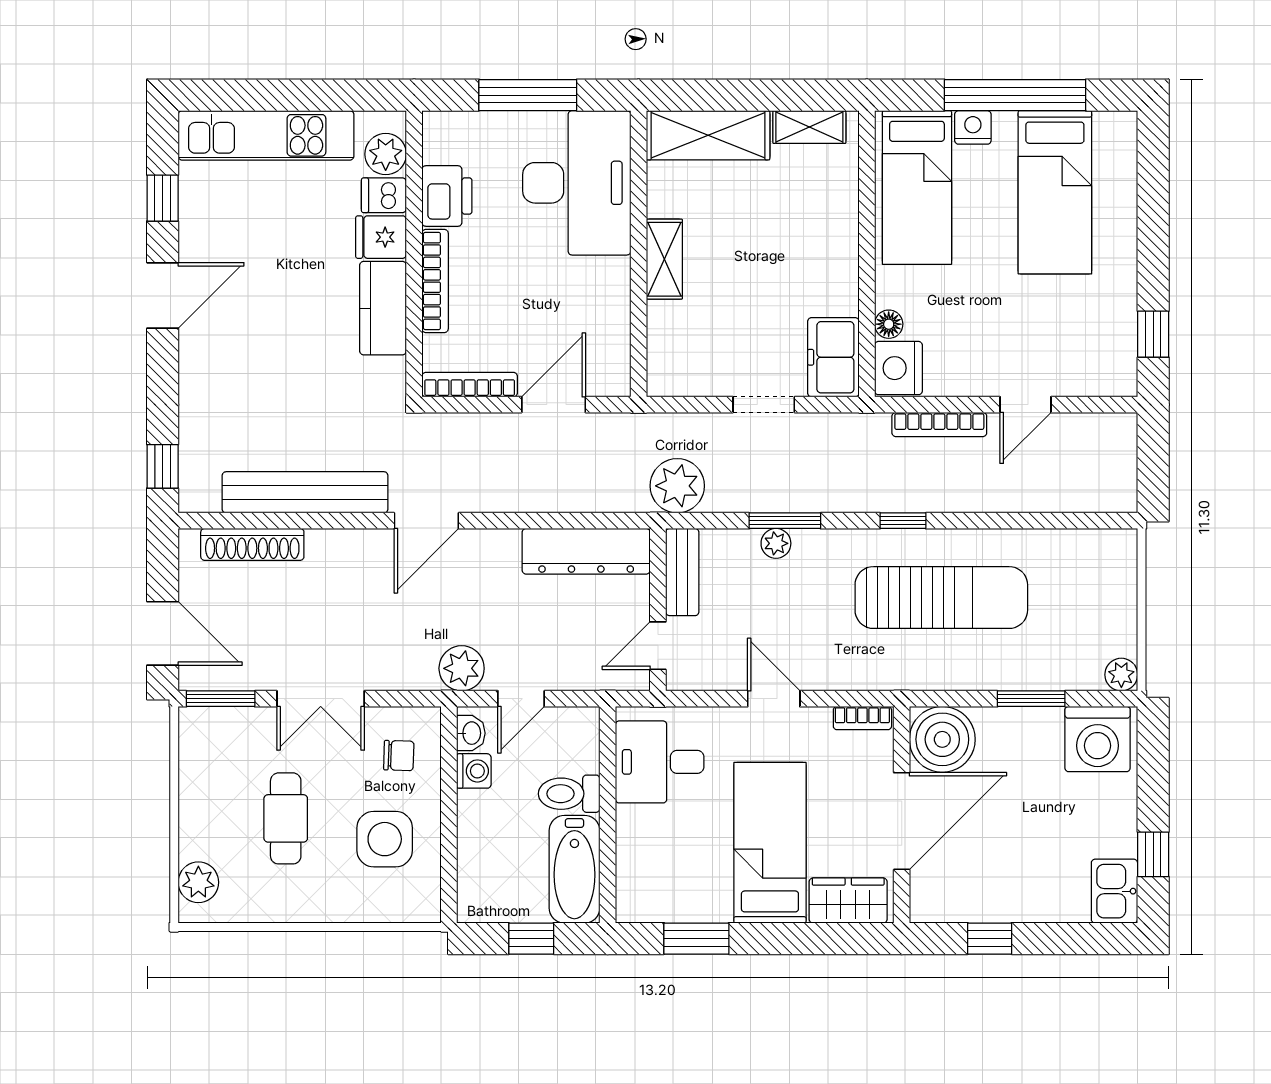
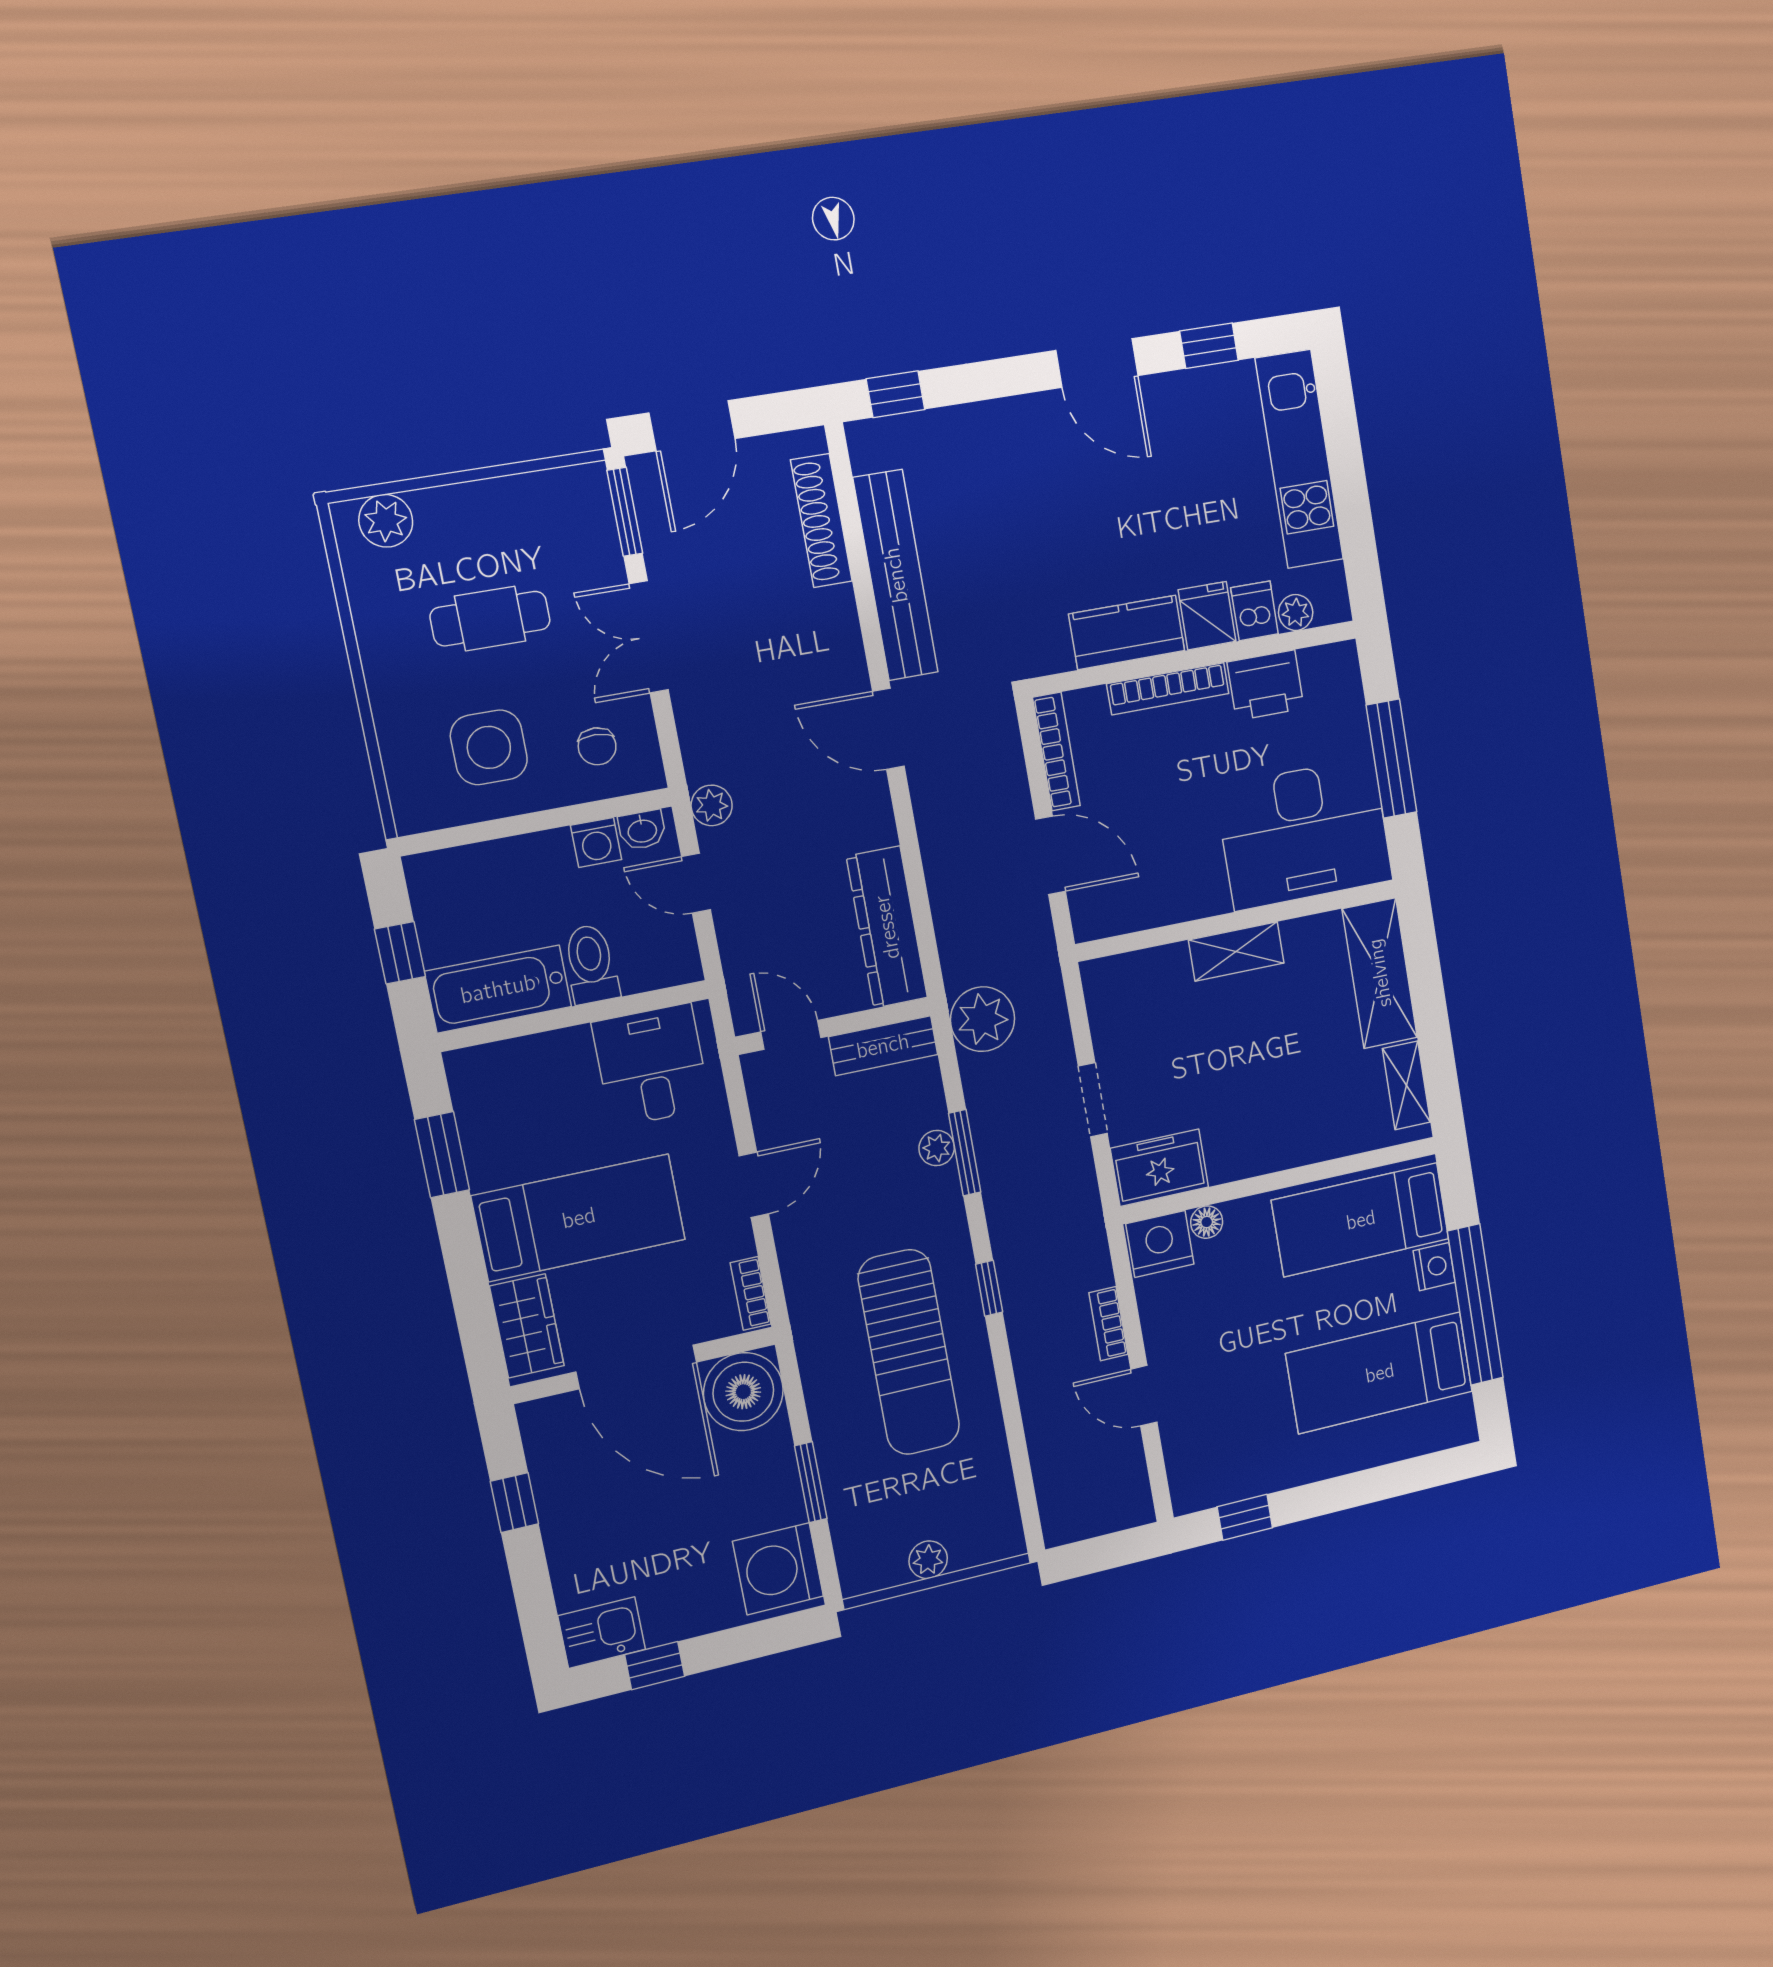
plant: (386, 154) -> (1296, 613), width x0.73, depth x0.73
bookcase: (939, 424) -> (1108, 1324), width x0.64
plant: (462, 668) -> (712, 805), width x0.73, depth x0.73
plant: (1121, 675) -> (928, 1560), moved

